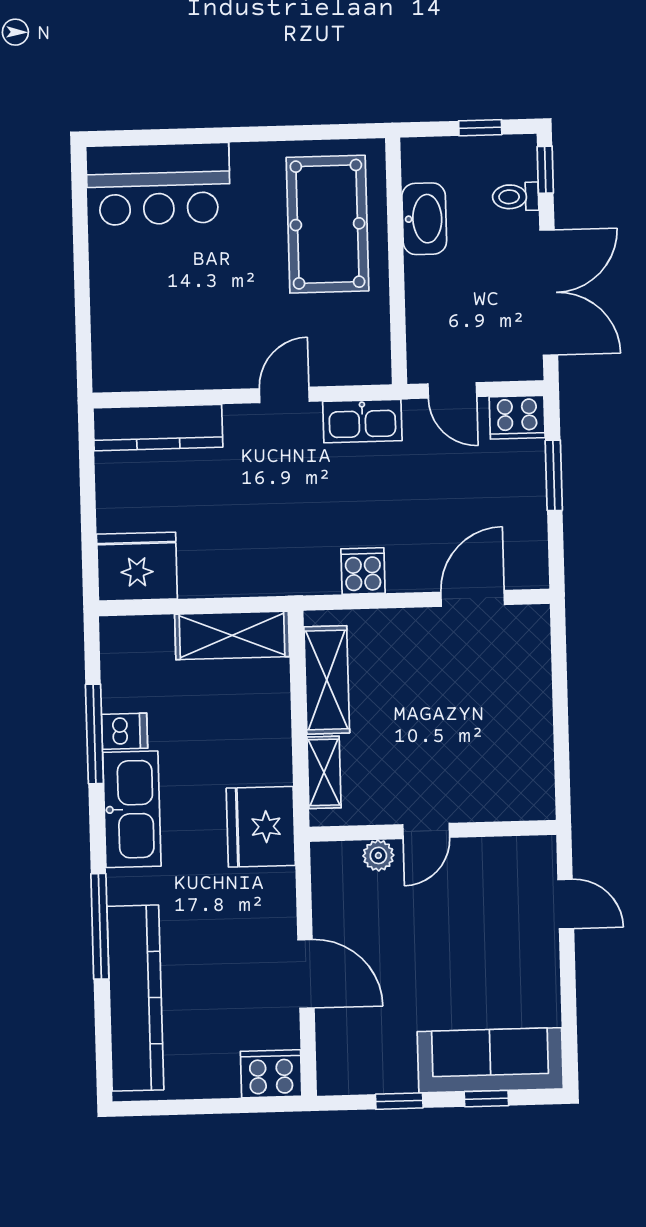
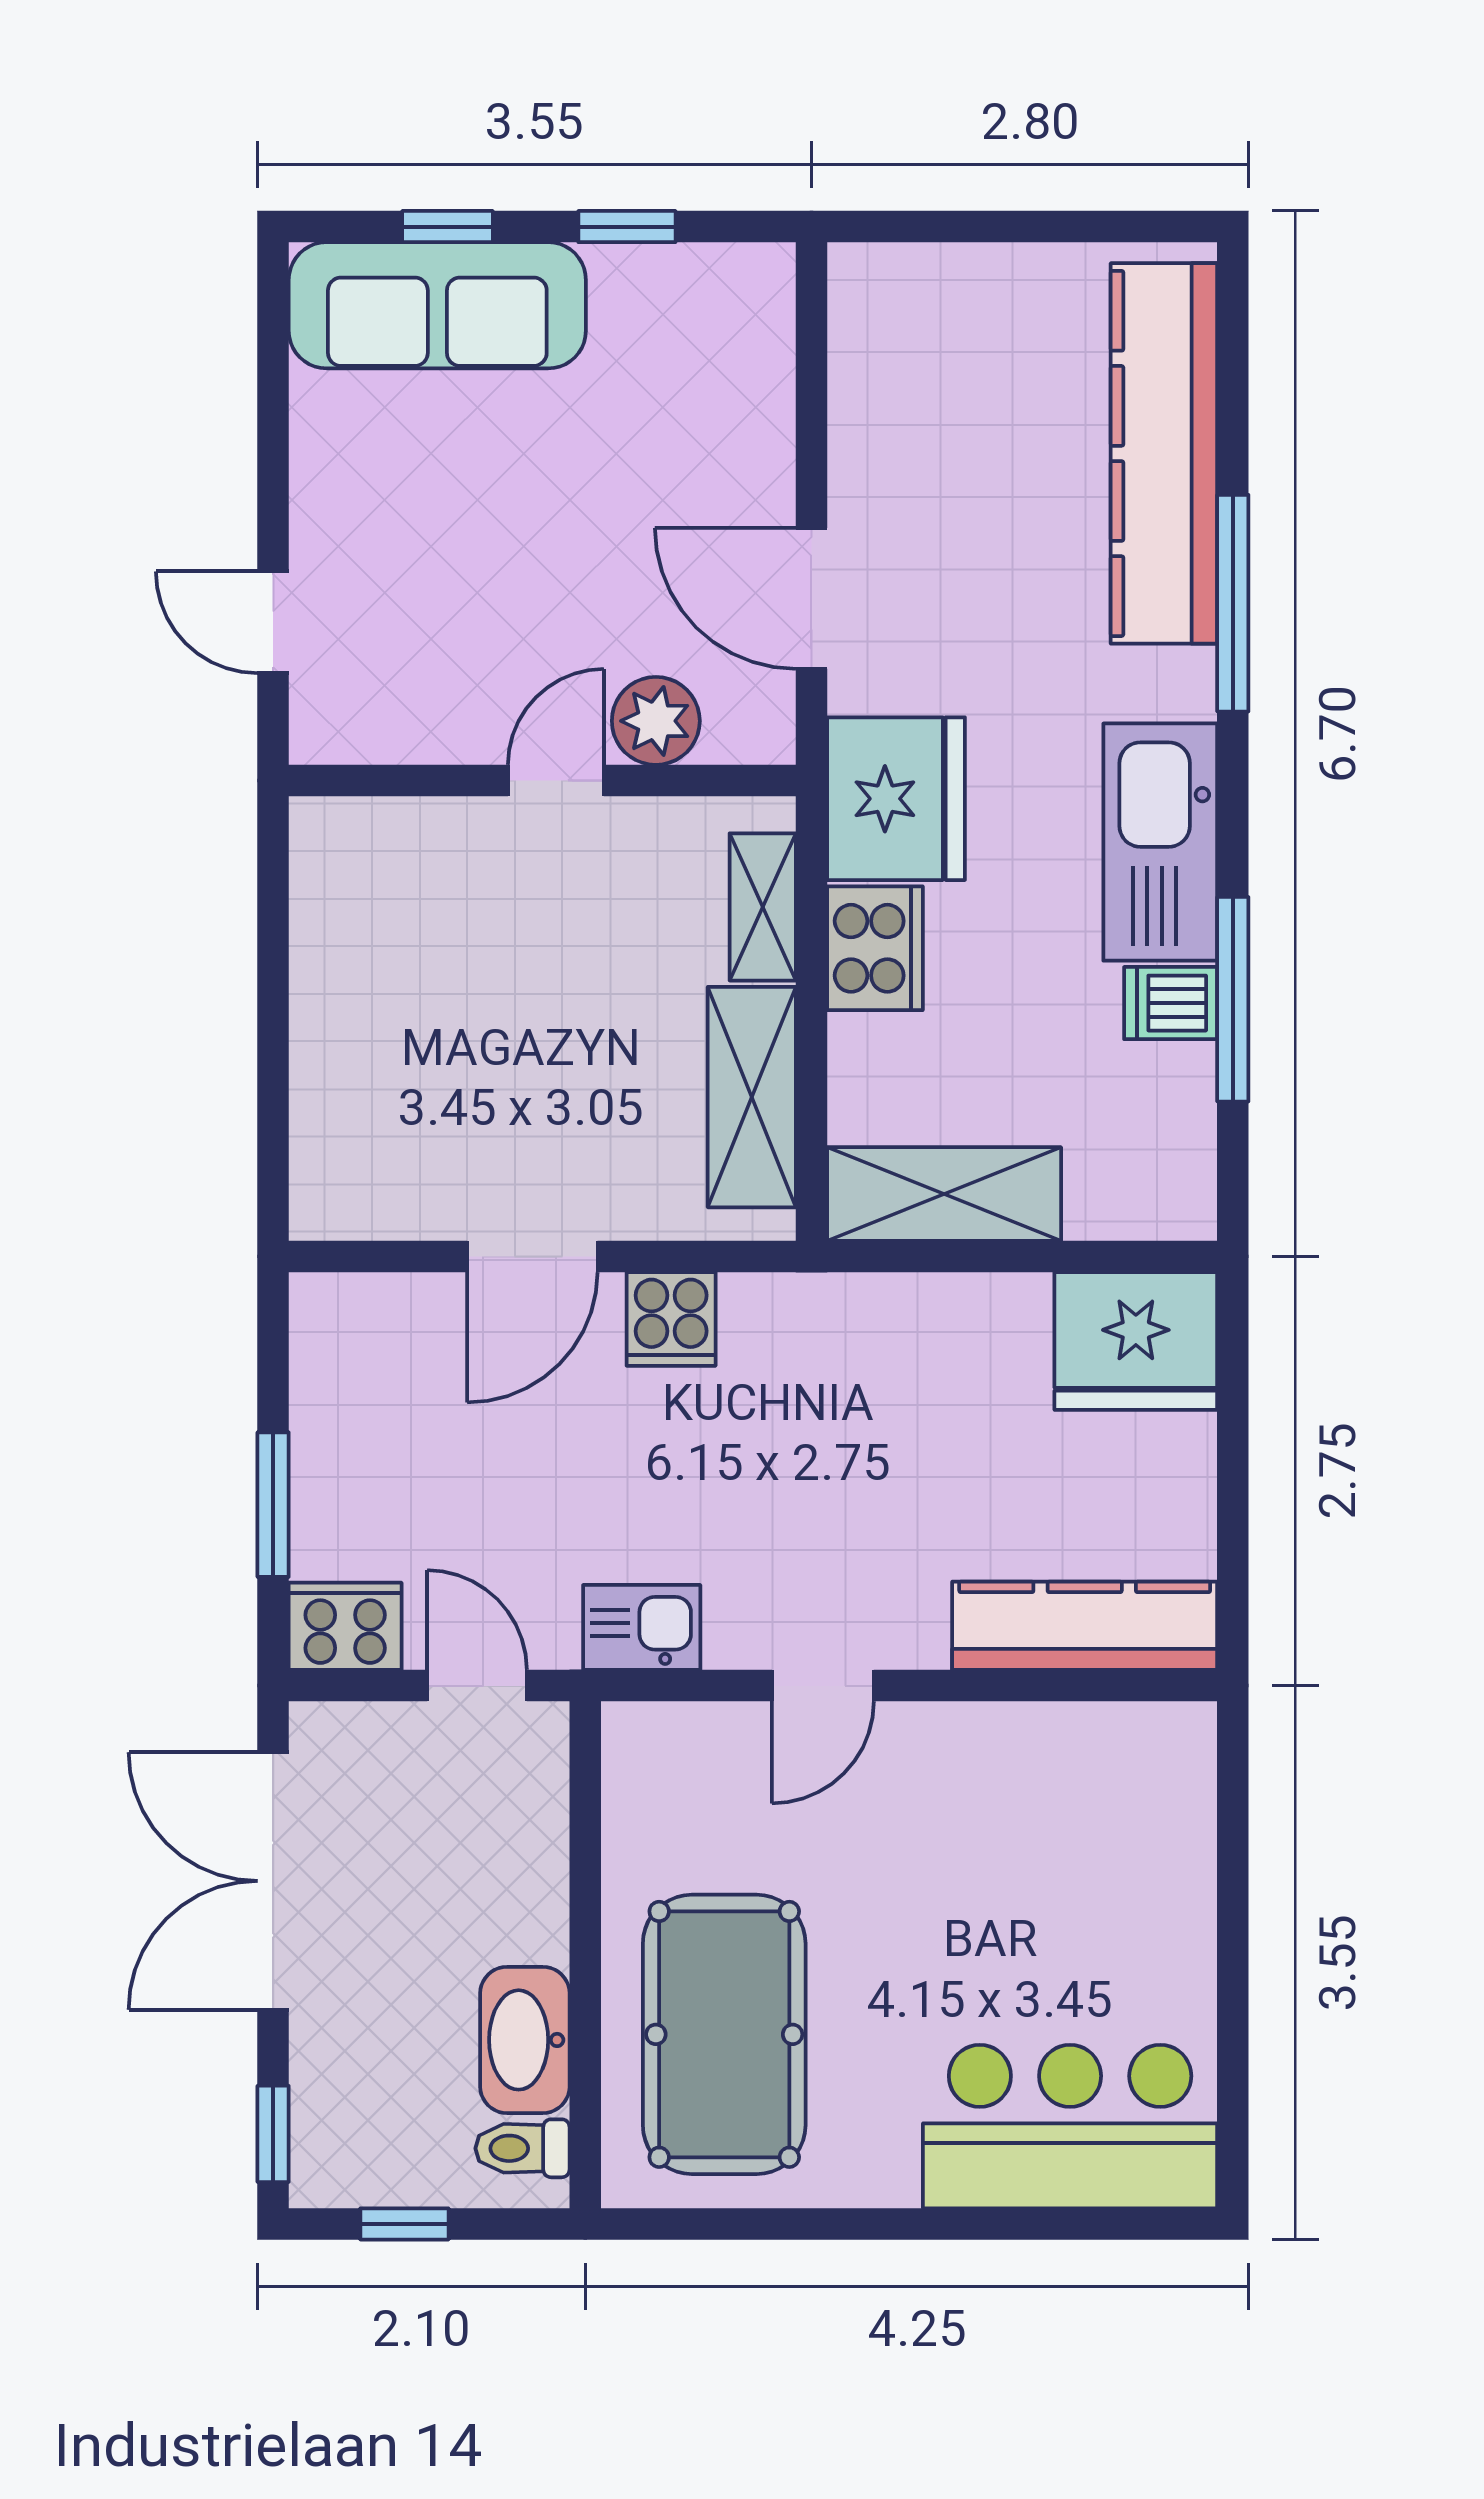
toilet: (515, 197) -> (522, 2148), moved, turned 180
kitchen sink: (362, 421) -> (642, 1627), width x0.73
door: (473, 598) -> (532, 1256), moved
plant: (378, 855) -> (656, 721), width x1.38, depth x1.38
door: (306, 974) -> (811, 598), moved
cooker: (271, 1074) -> (875, 948), moved, turned -90

